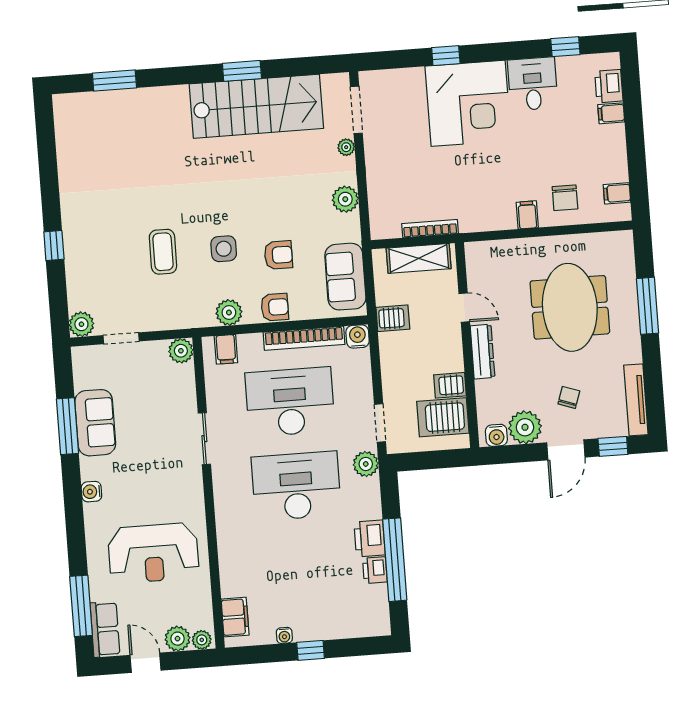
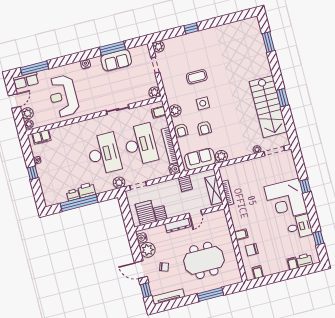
plant: (345, 199) -> (221, 156), moved

